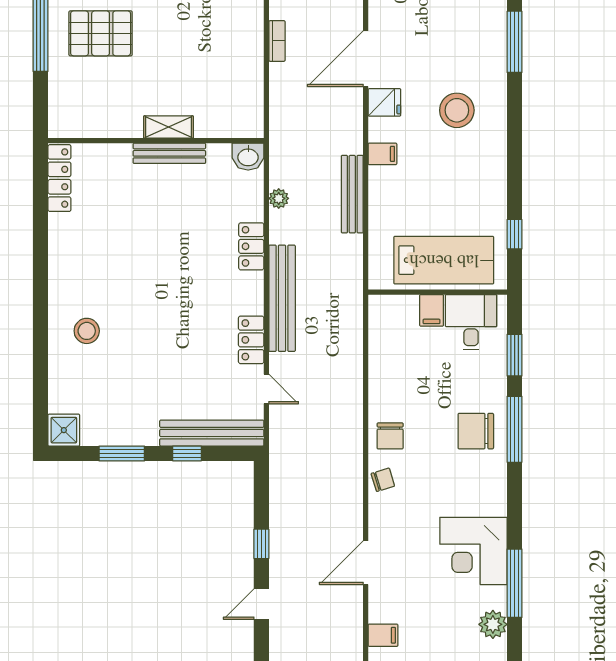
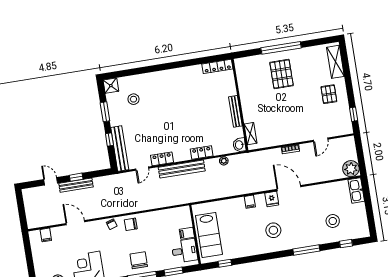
shelving: (169, 127) -> (250, 134), moved
bench: (352, 194) -> (76, 185), moved
stool: (87, 331) -> (133, 99), moved

